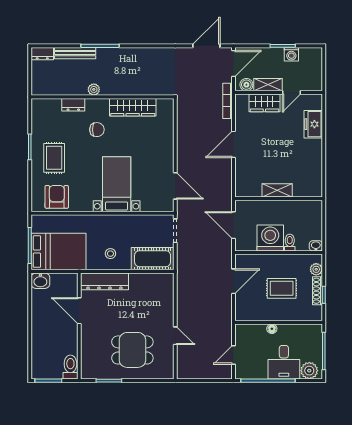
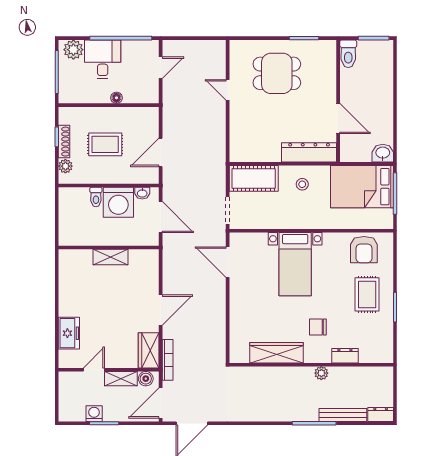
wardrobe: (264, 103) -> (149, 350), moved, turned -90
washbasin: (316, 246) -> (142, 193), moved

